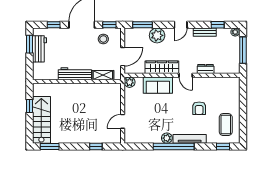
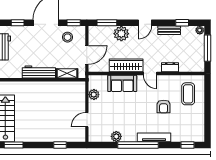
plant: (130, 82) -> (94, 95), moved
coffee table: (226, 125) -> (188, 94), moved
plant: (167, 138) -> (116, 136), moved

